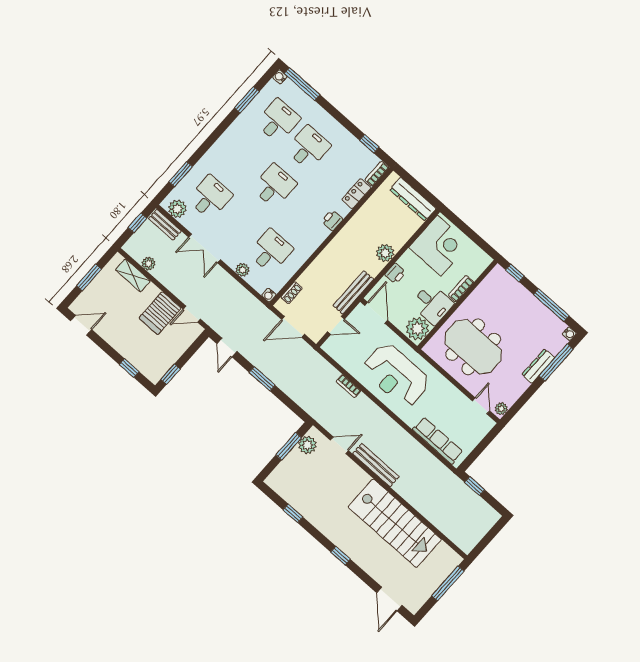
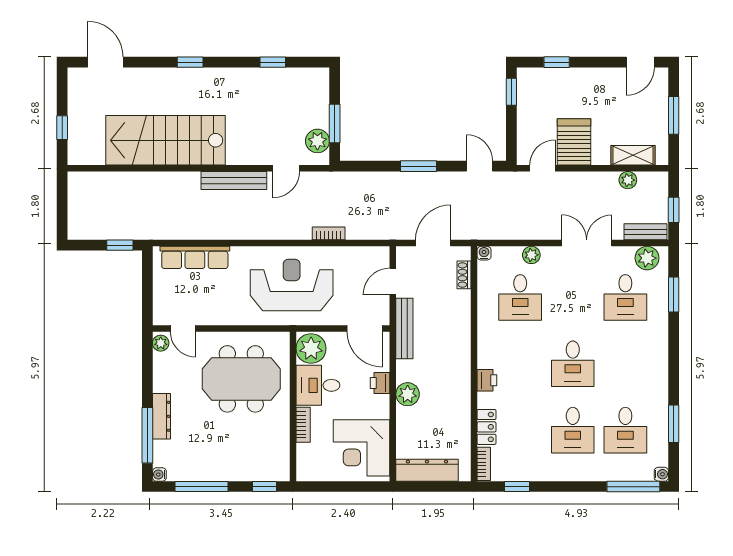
window: (448, 583) -> (62, 128), width x0.46

